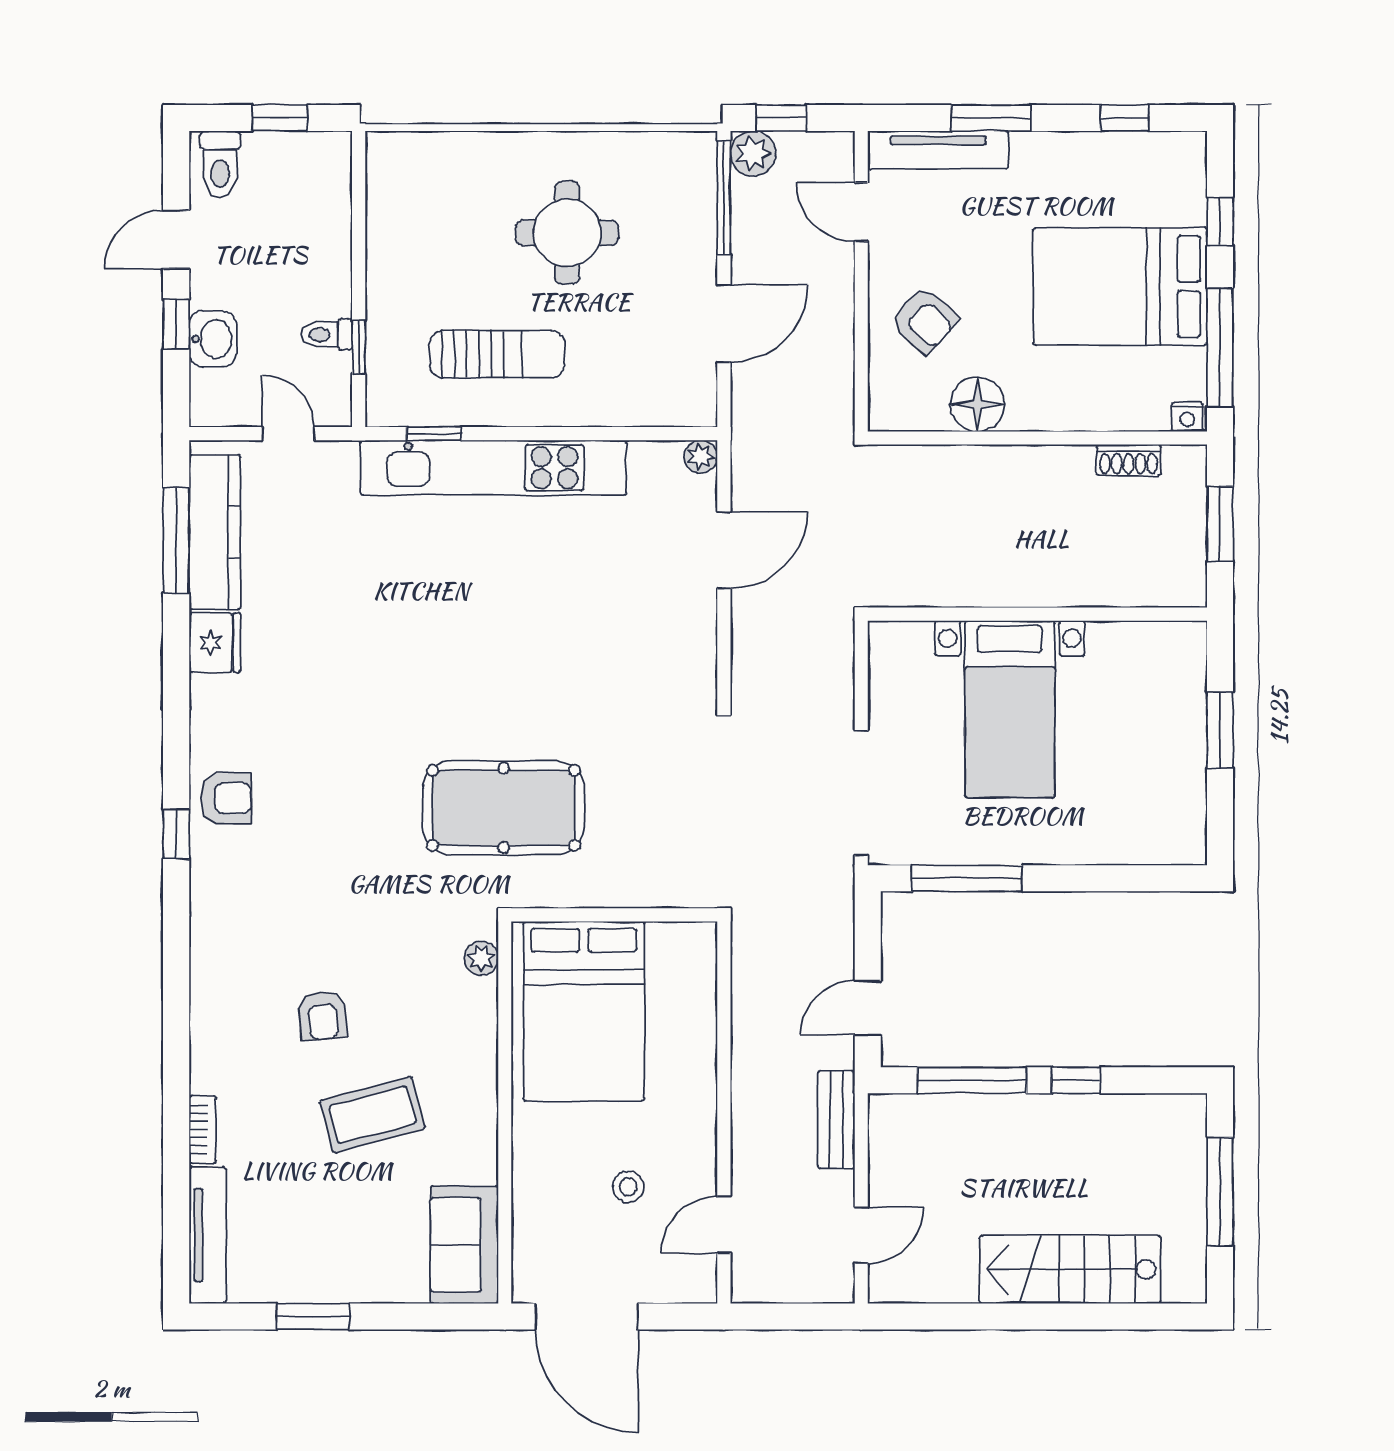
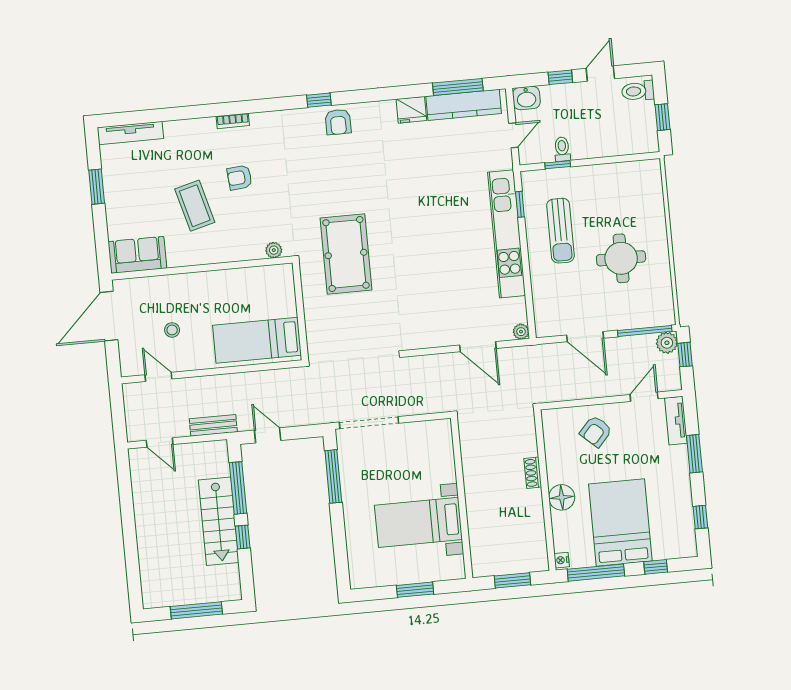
tv unit: (938, 150) -> (676, 421), width x0.71
door: (176, 240) -> (600, 73), hinge flipped
washbasin: (213, 339) -> (526, 98), moved
floor lamp: (977, 404) -> (562, 497), moved
shoe rack: (1129, 460) -> (533, 473), moved
bed with nightstands: (1010, 709) -> (418, 522), moved
bed: (584, 1011) -> (257, 340), moved, width x0.67
bookcase: (203, 1129) -> (233, 121), moved
stairs: (1070, 1269) -> (219, 521), moved, turned 180

